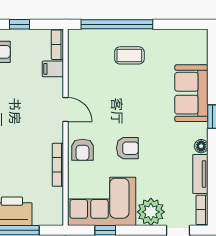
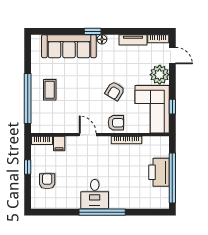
sofa: (191, 93) -> (69, 46), width x1.36
door: (66, 109) -> (88, 135), hinge flipped
floor lamp: (201, 146) -> (102, 39), moved
armchair: (127, 148) -> (115, 91), turned -149

